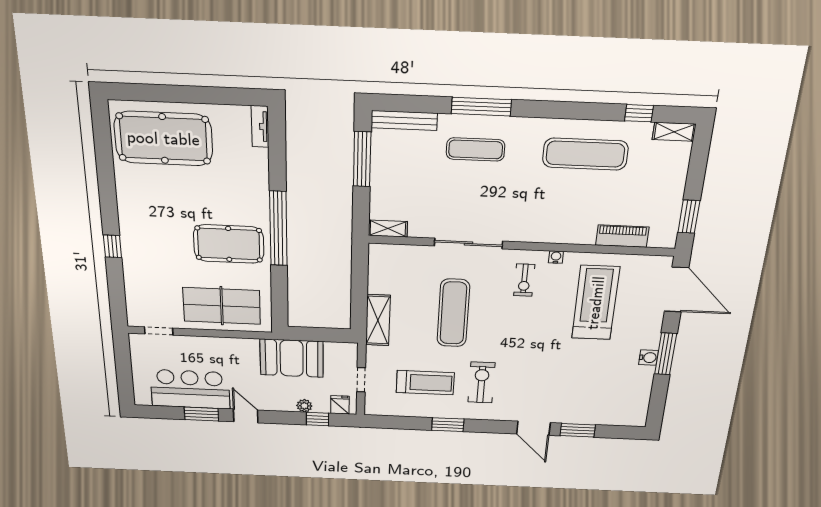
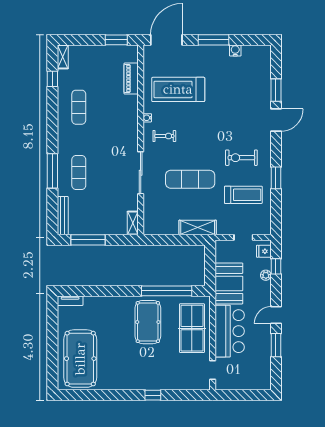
exercise mat: (585, 154) -> (79, 107), width x0.73, depth x0.69
window: (278, 229) -> (167, 291), moved
water cooler: (648, 358) -> (235, 50), moved
treadmill: (425, 383) -> (243, 195), turned 90
bar counter: (190, 389) -> (230, 331), moved, turned 180

